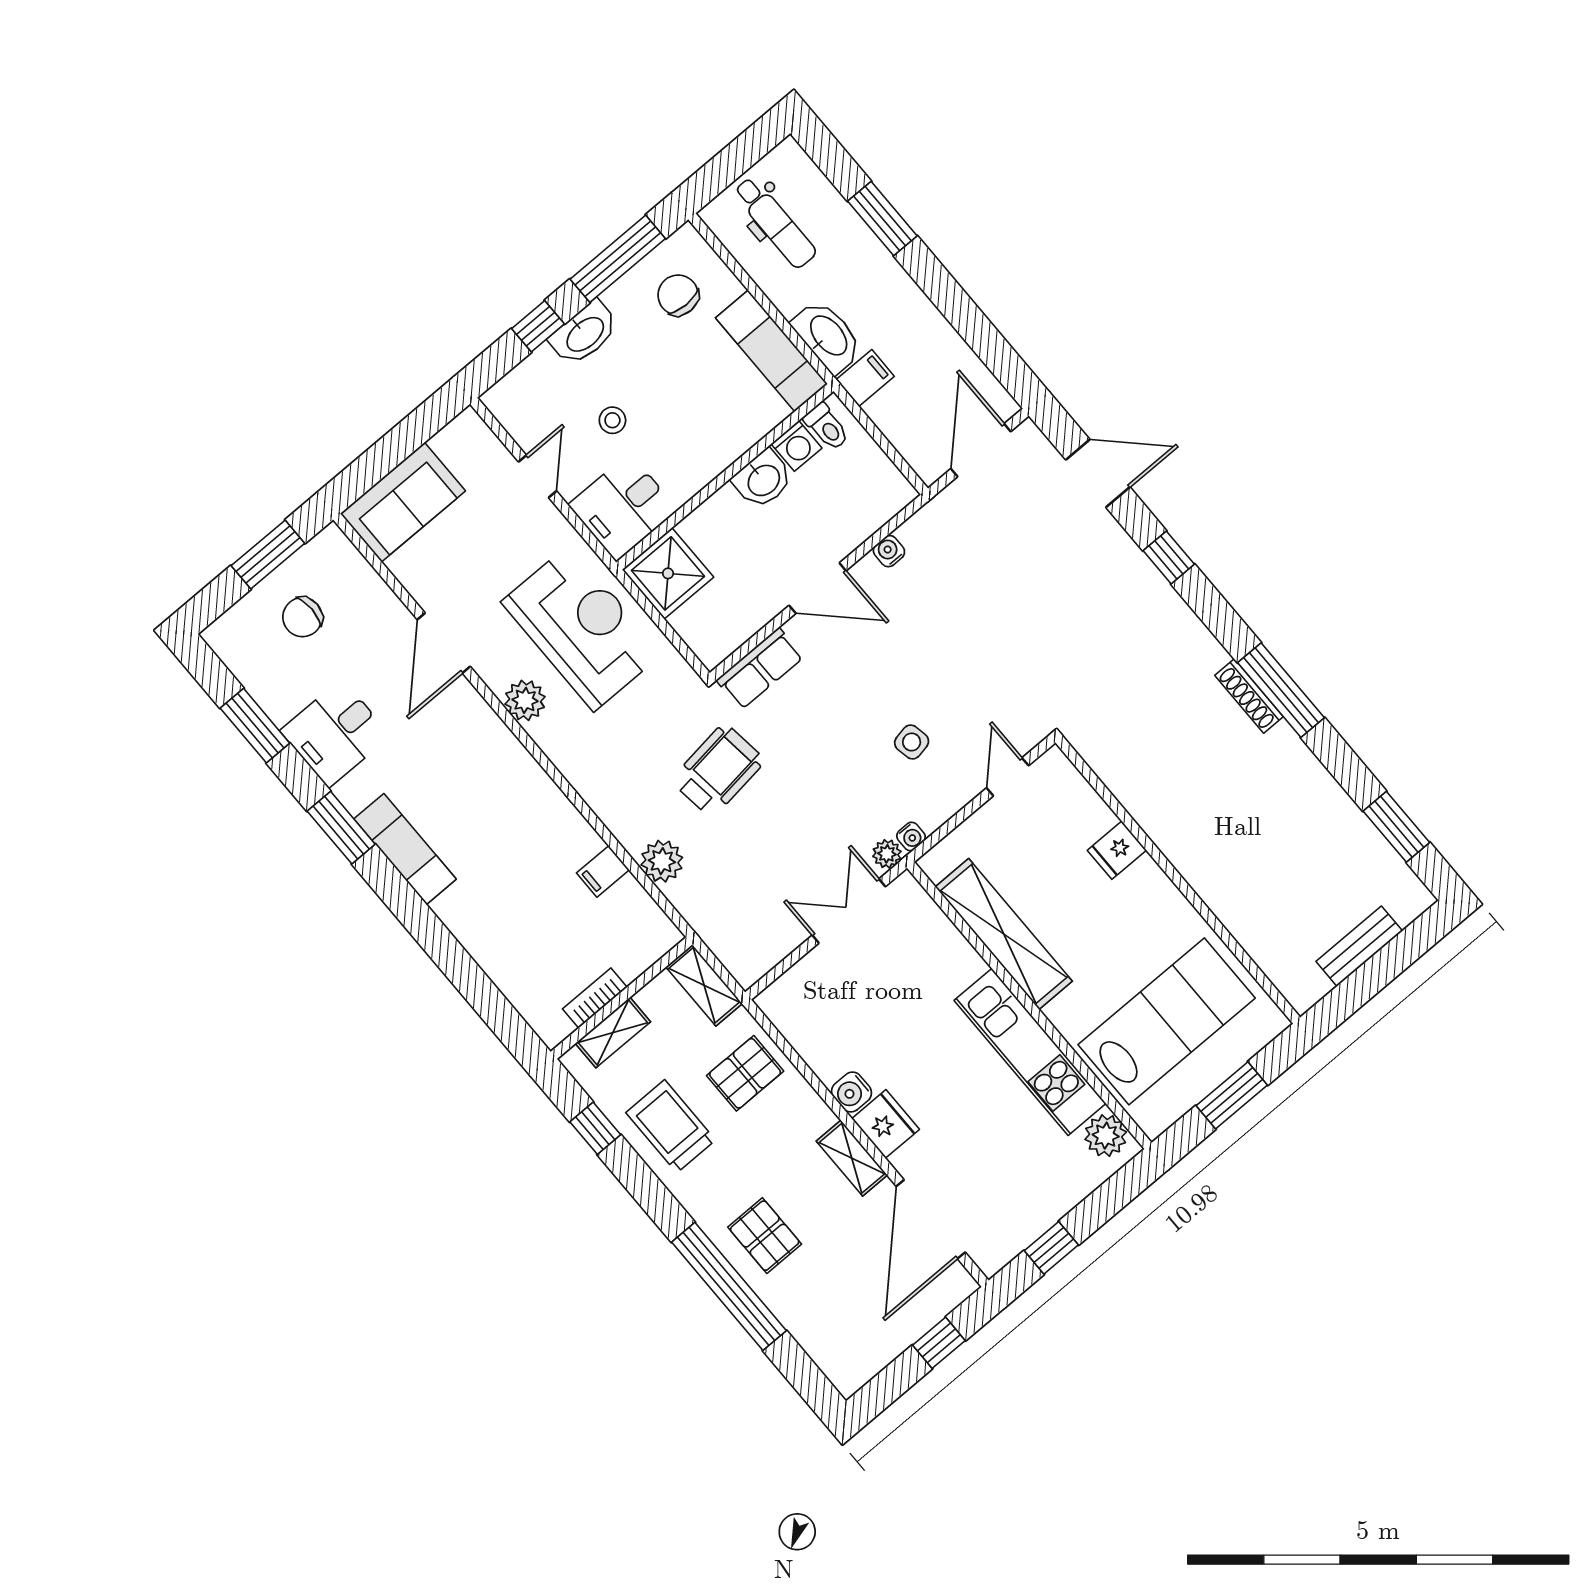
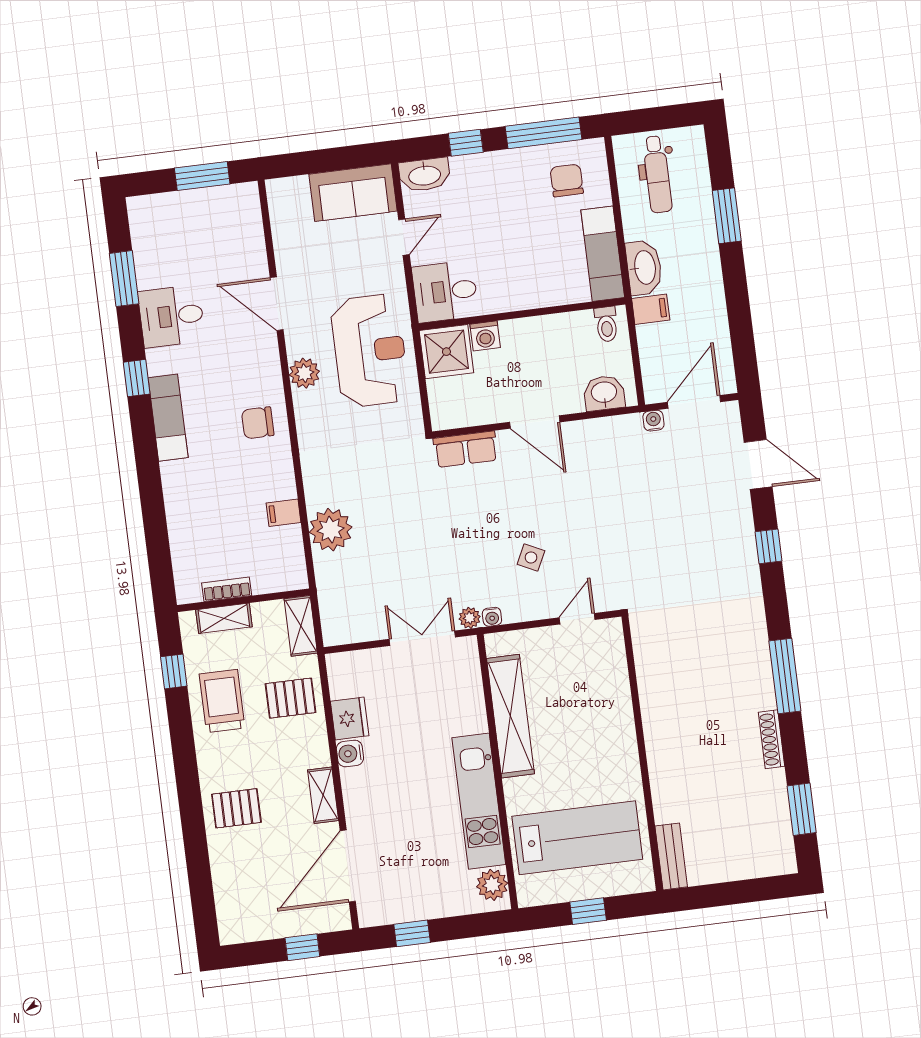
washbasin: (584, 333) -> (425, 175), moved
stool: (612, 420) -> (474, 232), removed
washing machine: (797, 446) -> (485, 336), moved
washbasin: (763, 479) -> (604, 393), moved, turned 180
sofa: (403, 502) -> (353, 193), moved
water cooler: (889, 551) -> (653, 421), moved
chair: (302, 617) -> (258, 423), moved
door: (444, 643) -> (277, 304), hinge flipped
shoe rack: (1249, 696) -> (772, 739), moved
side table: (912, 742) -> (531, 557), turned 37
wheelchair: (718, 770) -> (397, 496), removed
window: (341, 828) -> (137, 378), width x0.67
fridge: (1117, 850) -> (616, 710), removed
plant: (662, 861) -> (331, 530), width x1.36, depth x1.36
bench: (1359, 946) -> (671, 856), moved, turned 90
window: (1232, 1095) -> (588, 911), width x0.67
fridge: (886, 1124) -> (350, 718), moved
pallet: (765, 1236) -> (236, 808), turned 90
window: (729, 1286) -> (193, 826), removed

